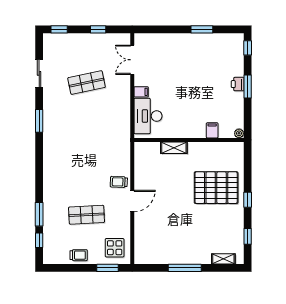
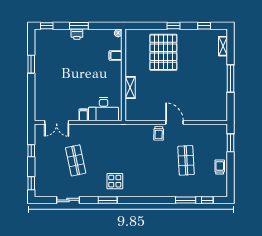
display table: (115, 248) -> (115, 181), moved

